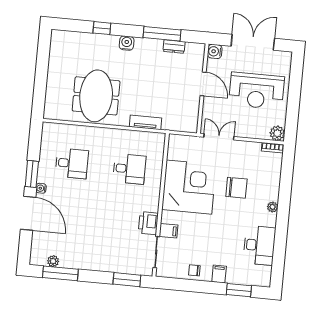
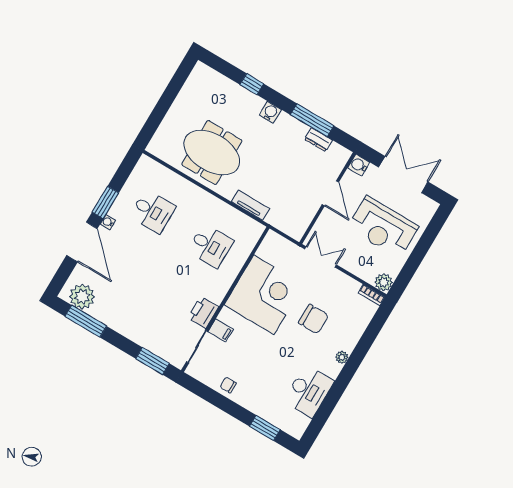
meeting table: (96, 96) -> (212, 153), turned 90
plant: (53, 261) -> (82, 297), width x1.88, depth x1.88
filing cabinet: (219, 274) -> (252, 401), removed

